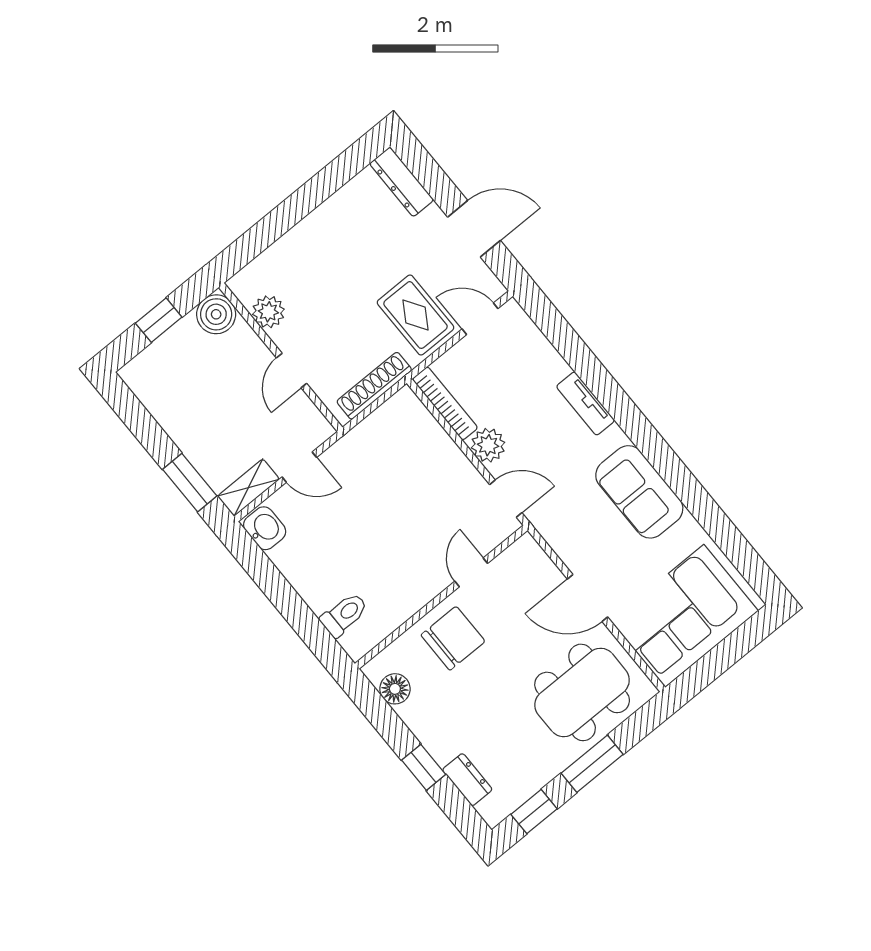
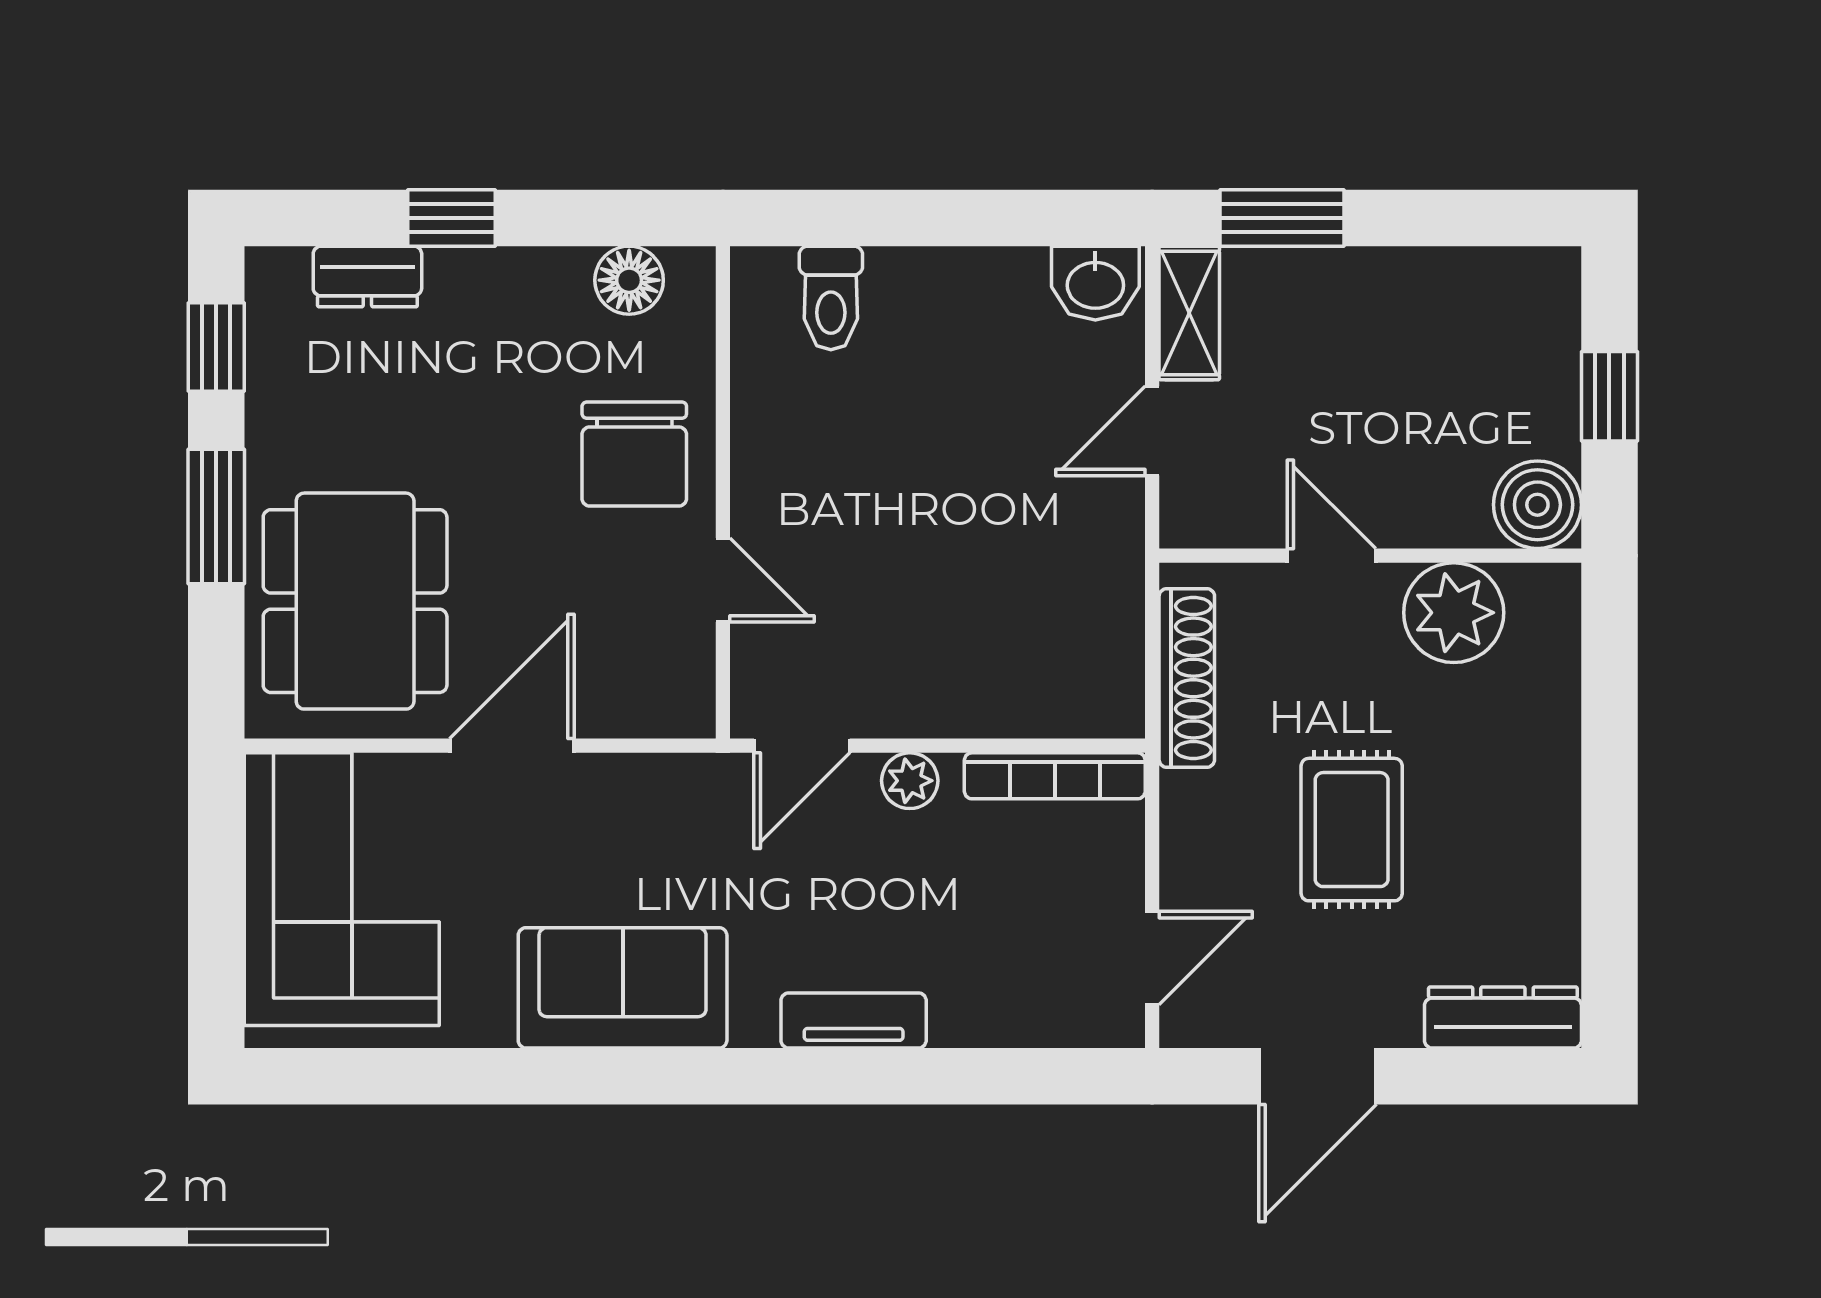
plant: (268, 312) -> (1454, 613), width x1.36, depth x1.36
rug: (416, 315) -> (1352, 830), moved, turned 90
plant: (488, 445) -> (910, 781), width x0.73, depth x0.73

